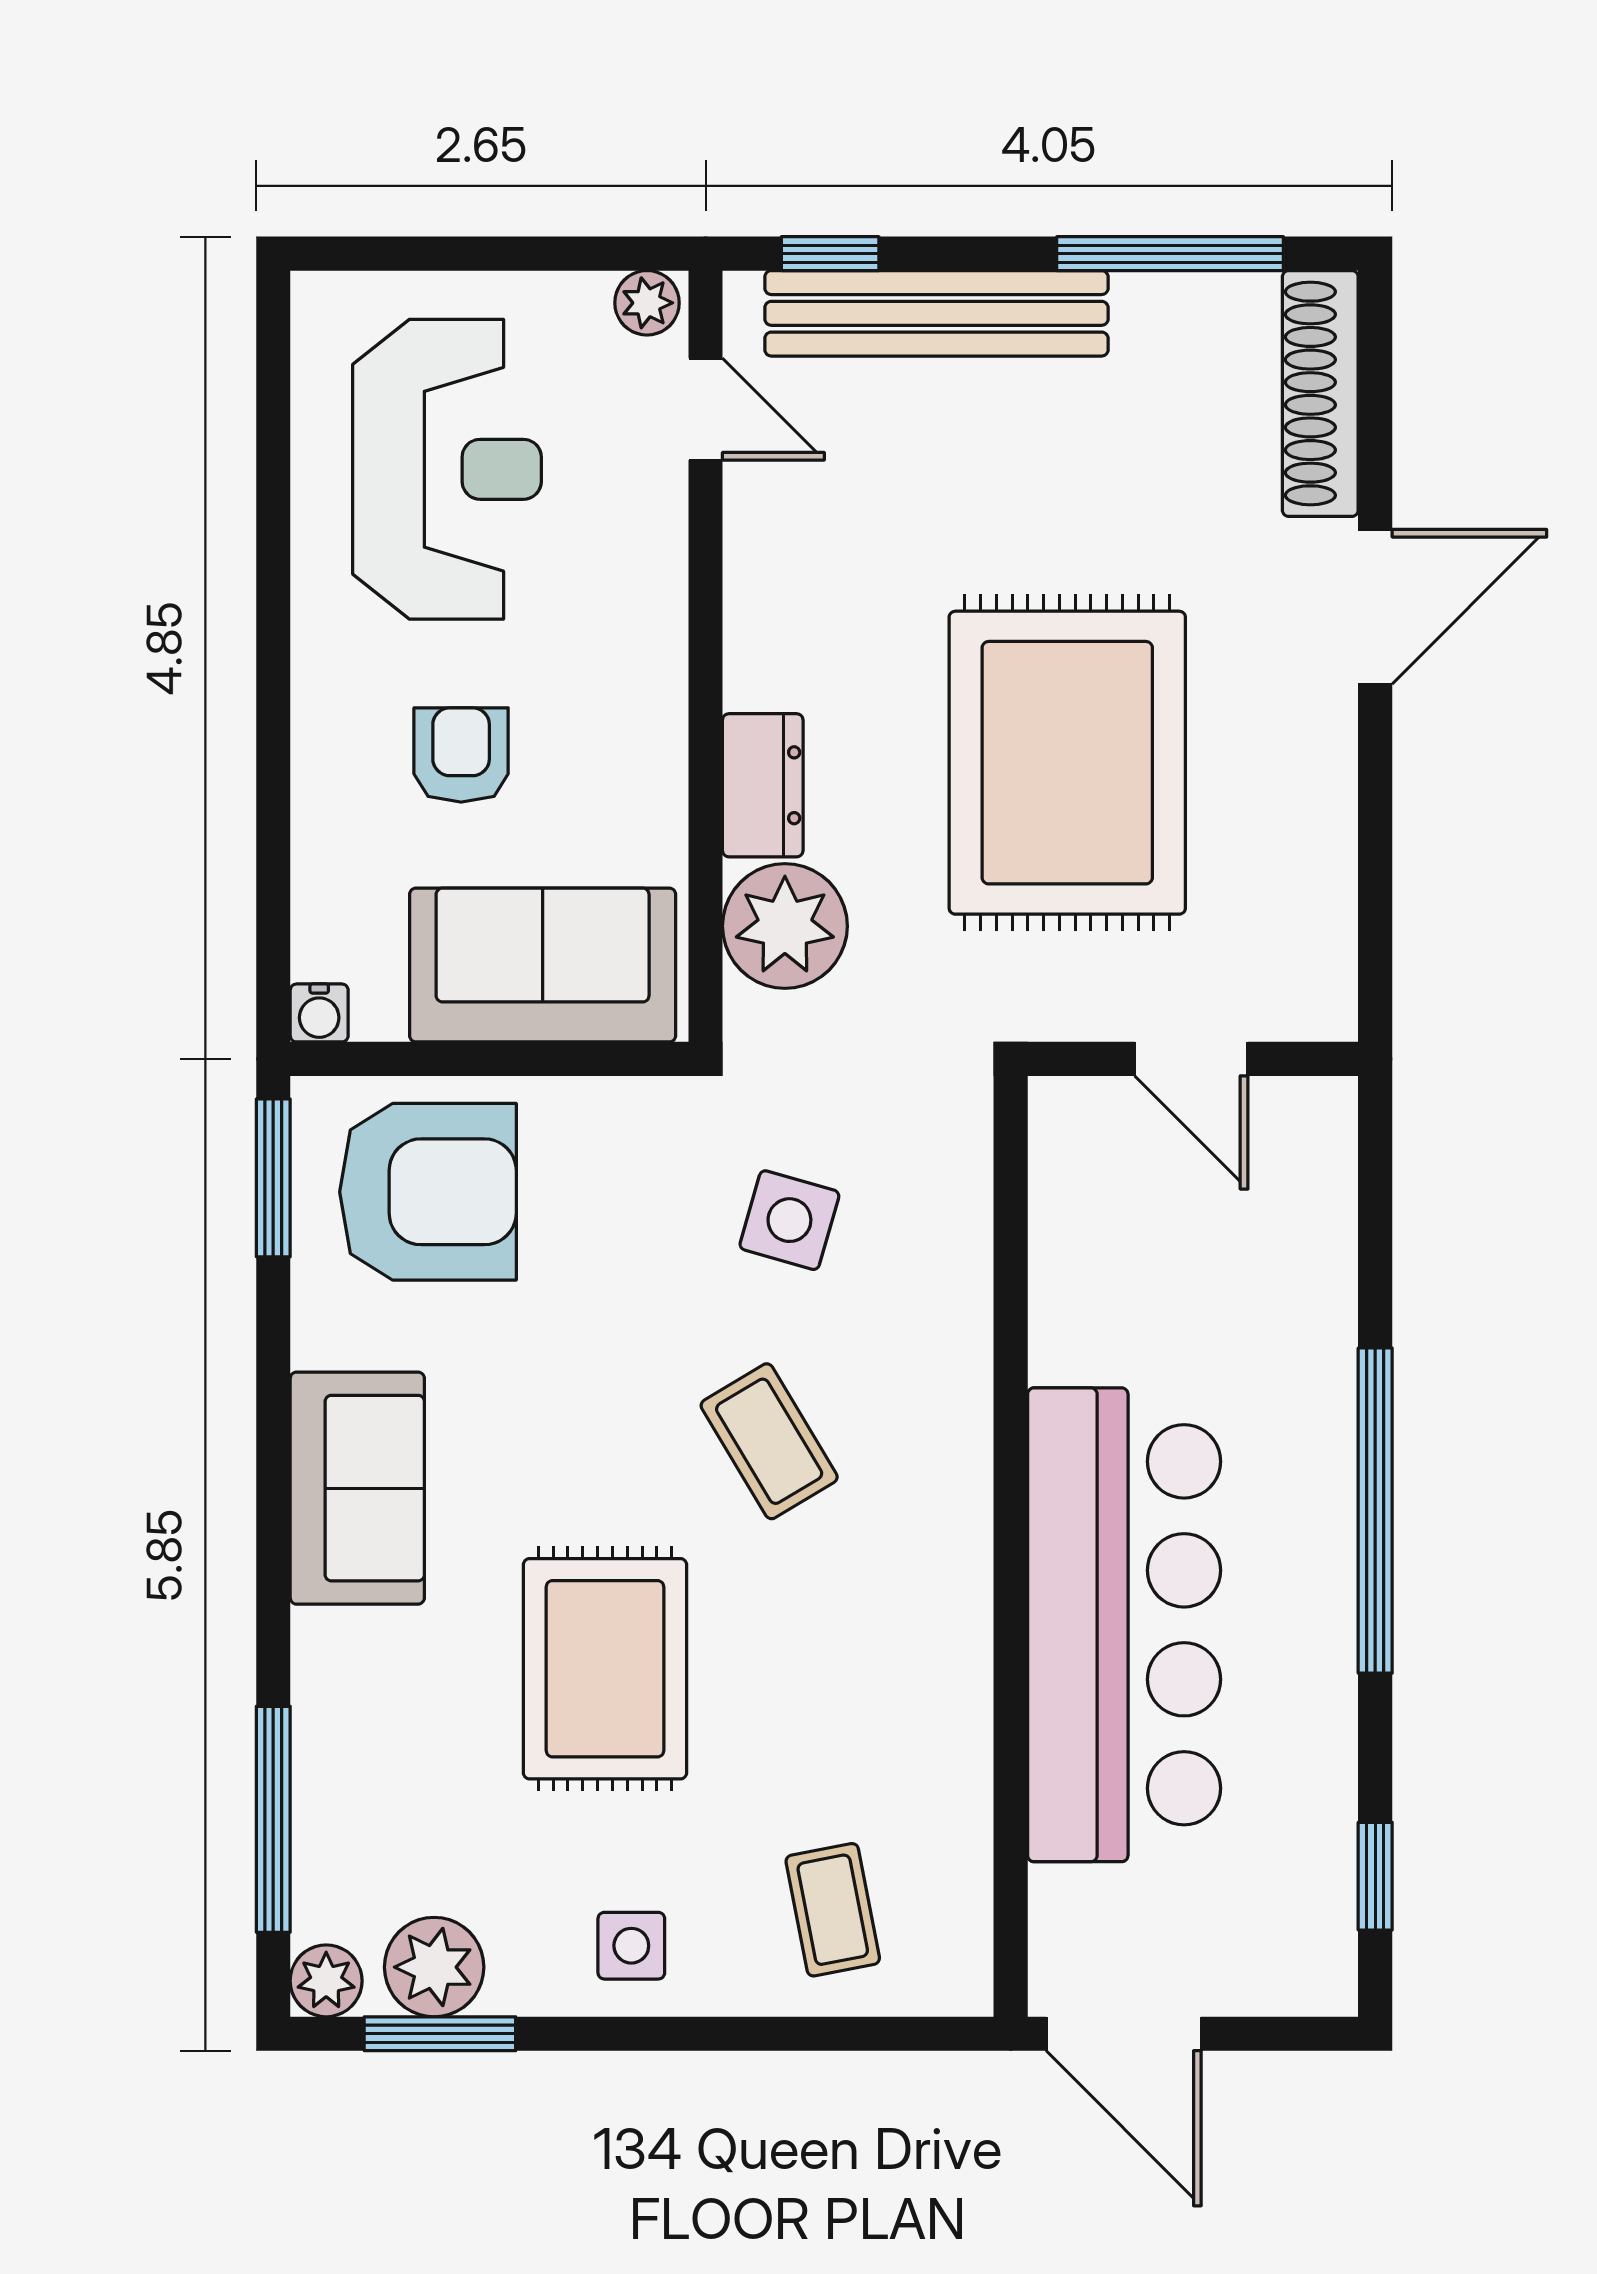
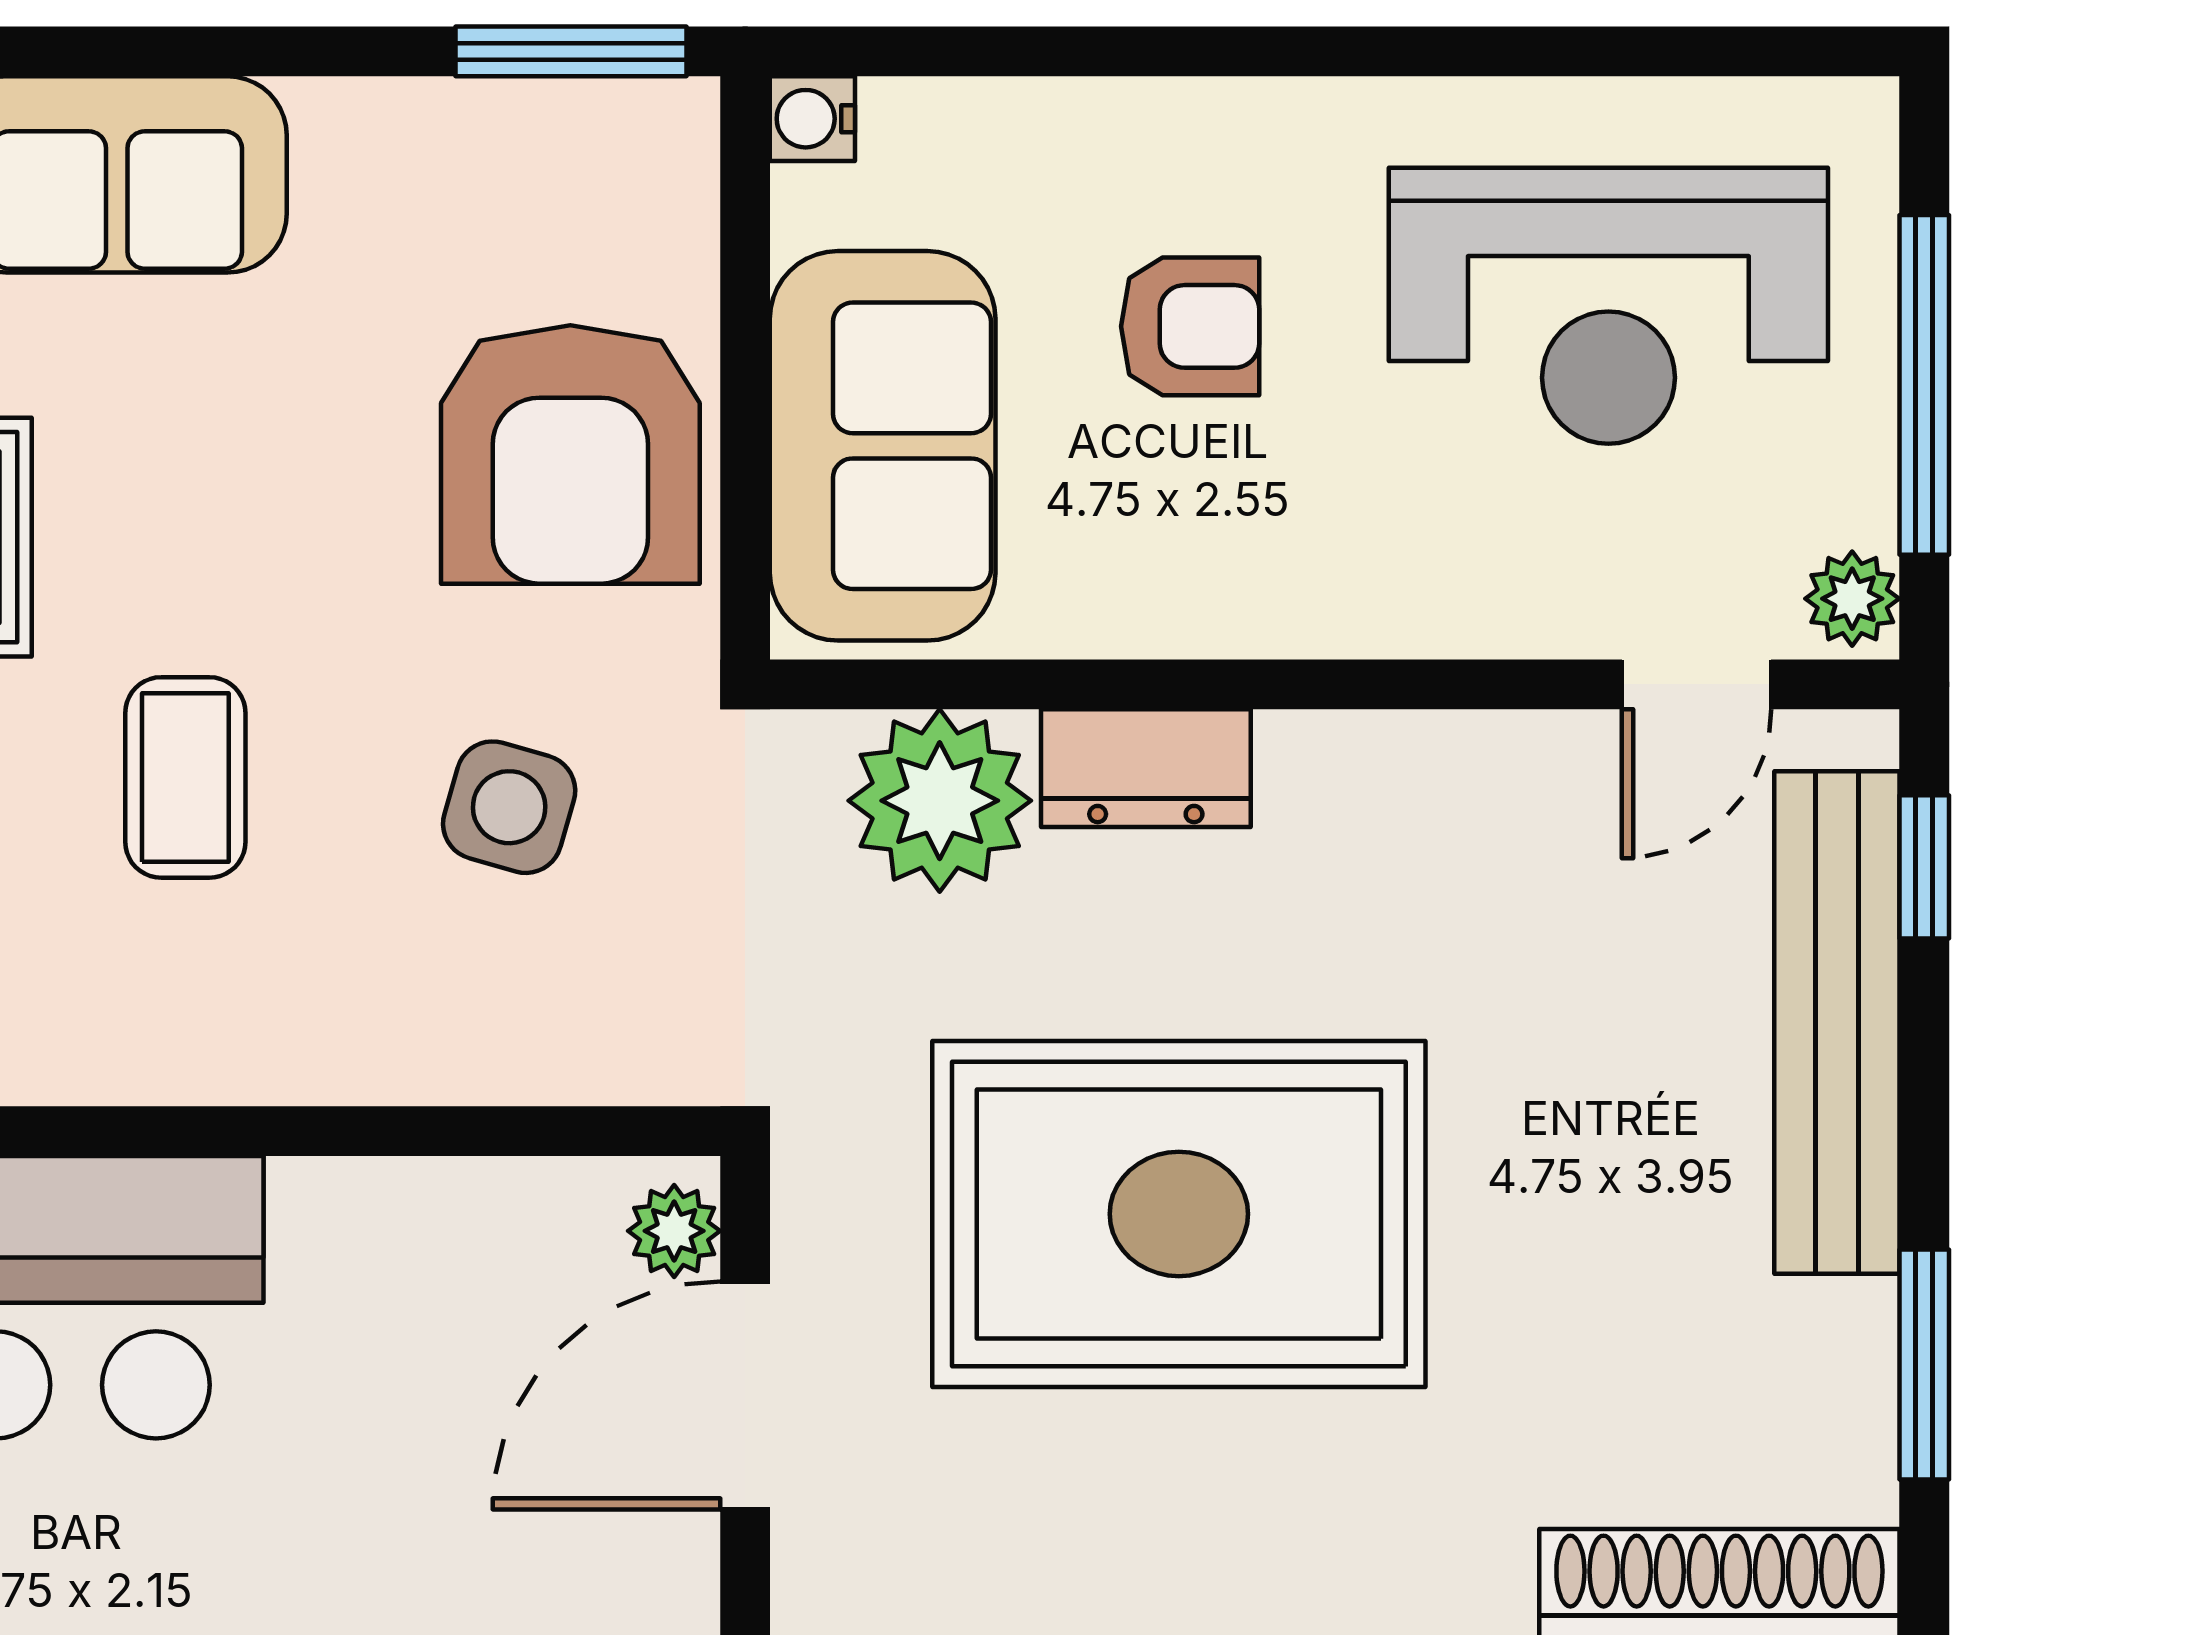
window: (501, 254) -> (1924, 385), added
window: (1170, 254) -> (1924, 1365), width x0.69
door: (1191, 1059) -> (745, 1396), width x1.38
plant: (1079, 1107) -> (674, 1231), added
armchair: (428, 1192) -> (570, 454), moved
coffee table: (769, 1441) -> (185, 777), turned -59

